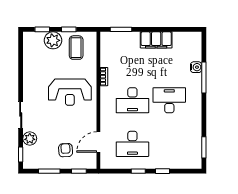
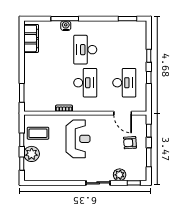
filing cabinet: (156, 40) -> (31, 38), moved
water cooler: (196, 67) -> (66, 26), moved

